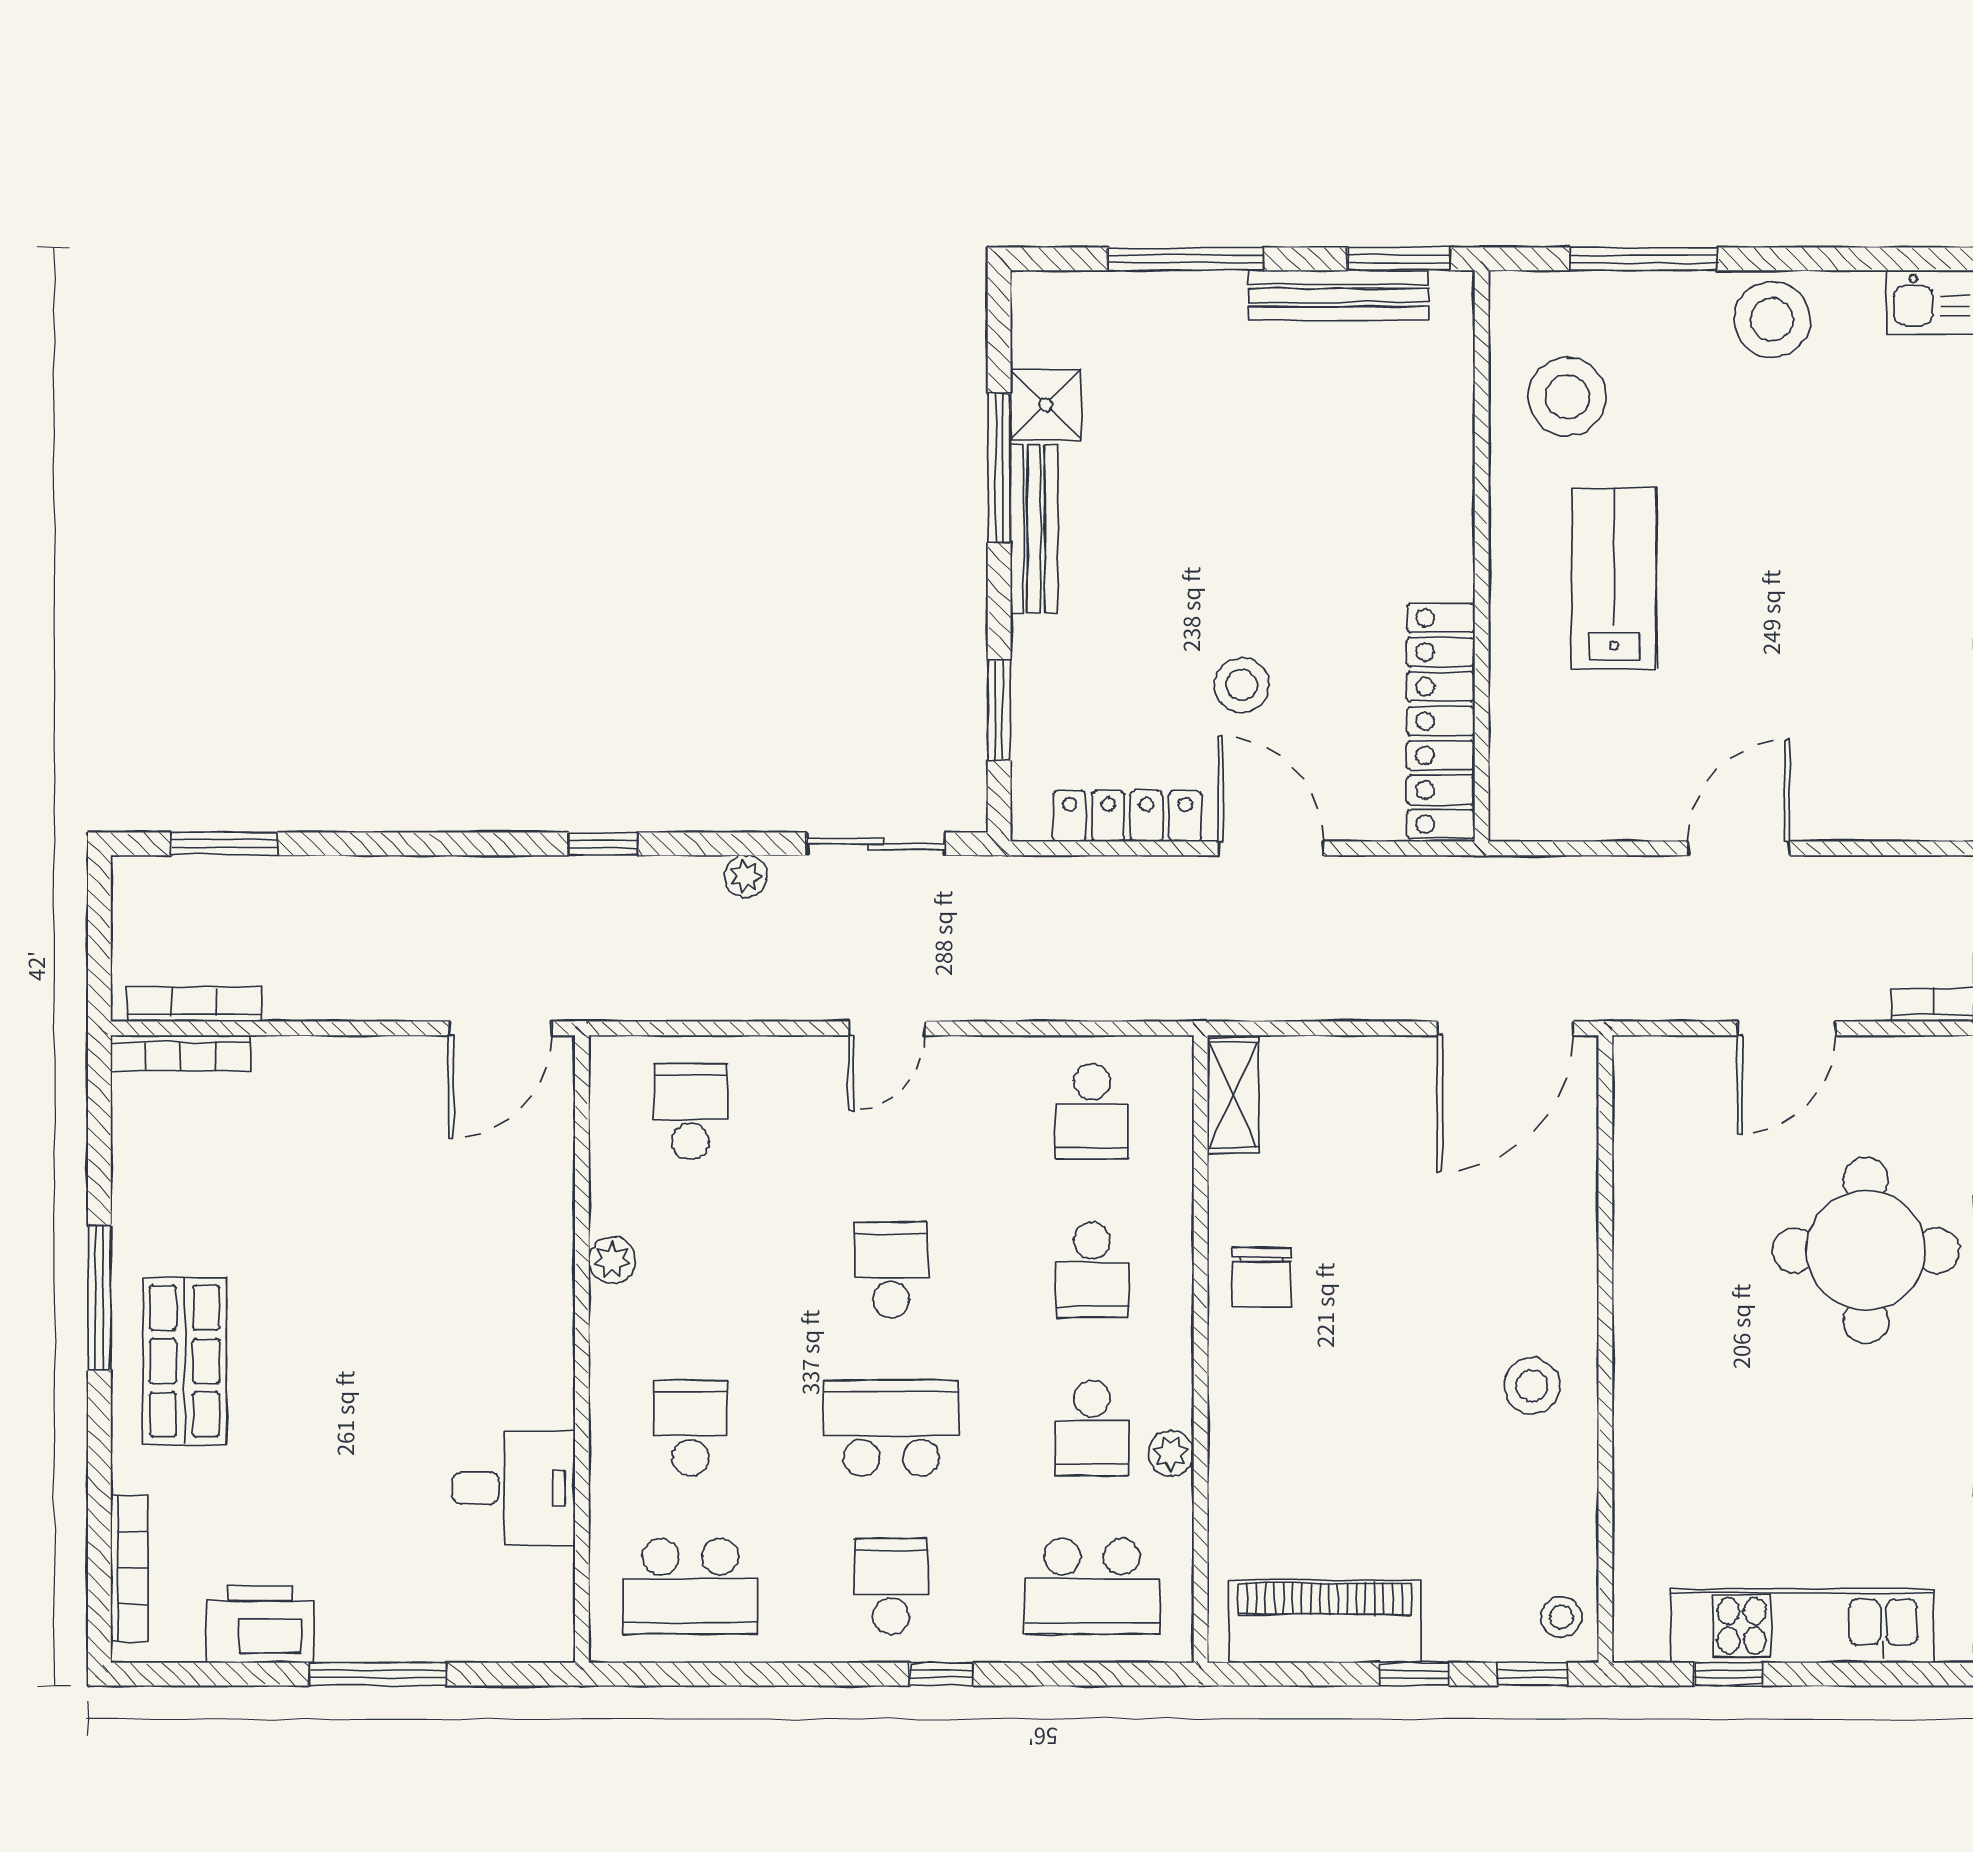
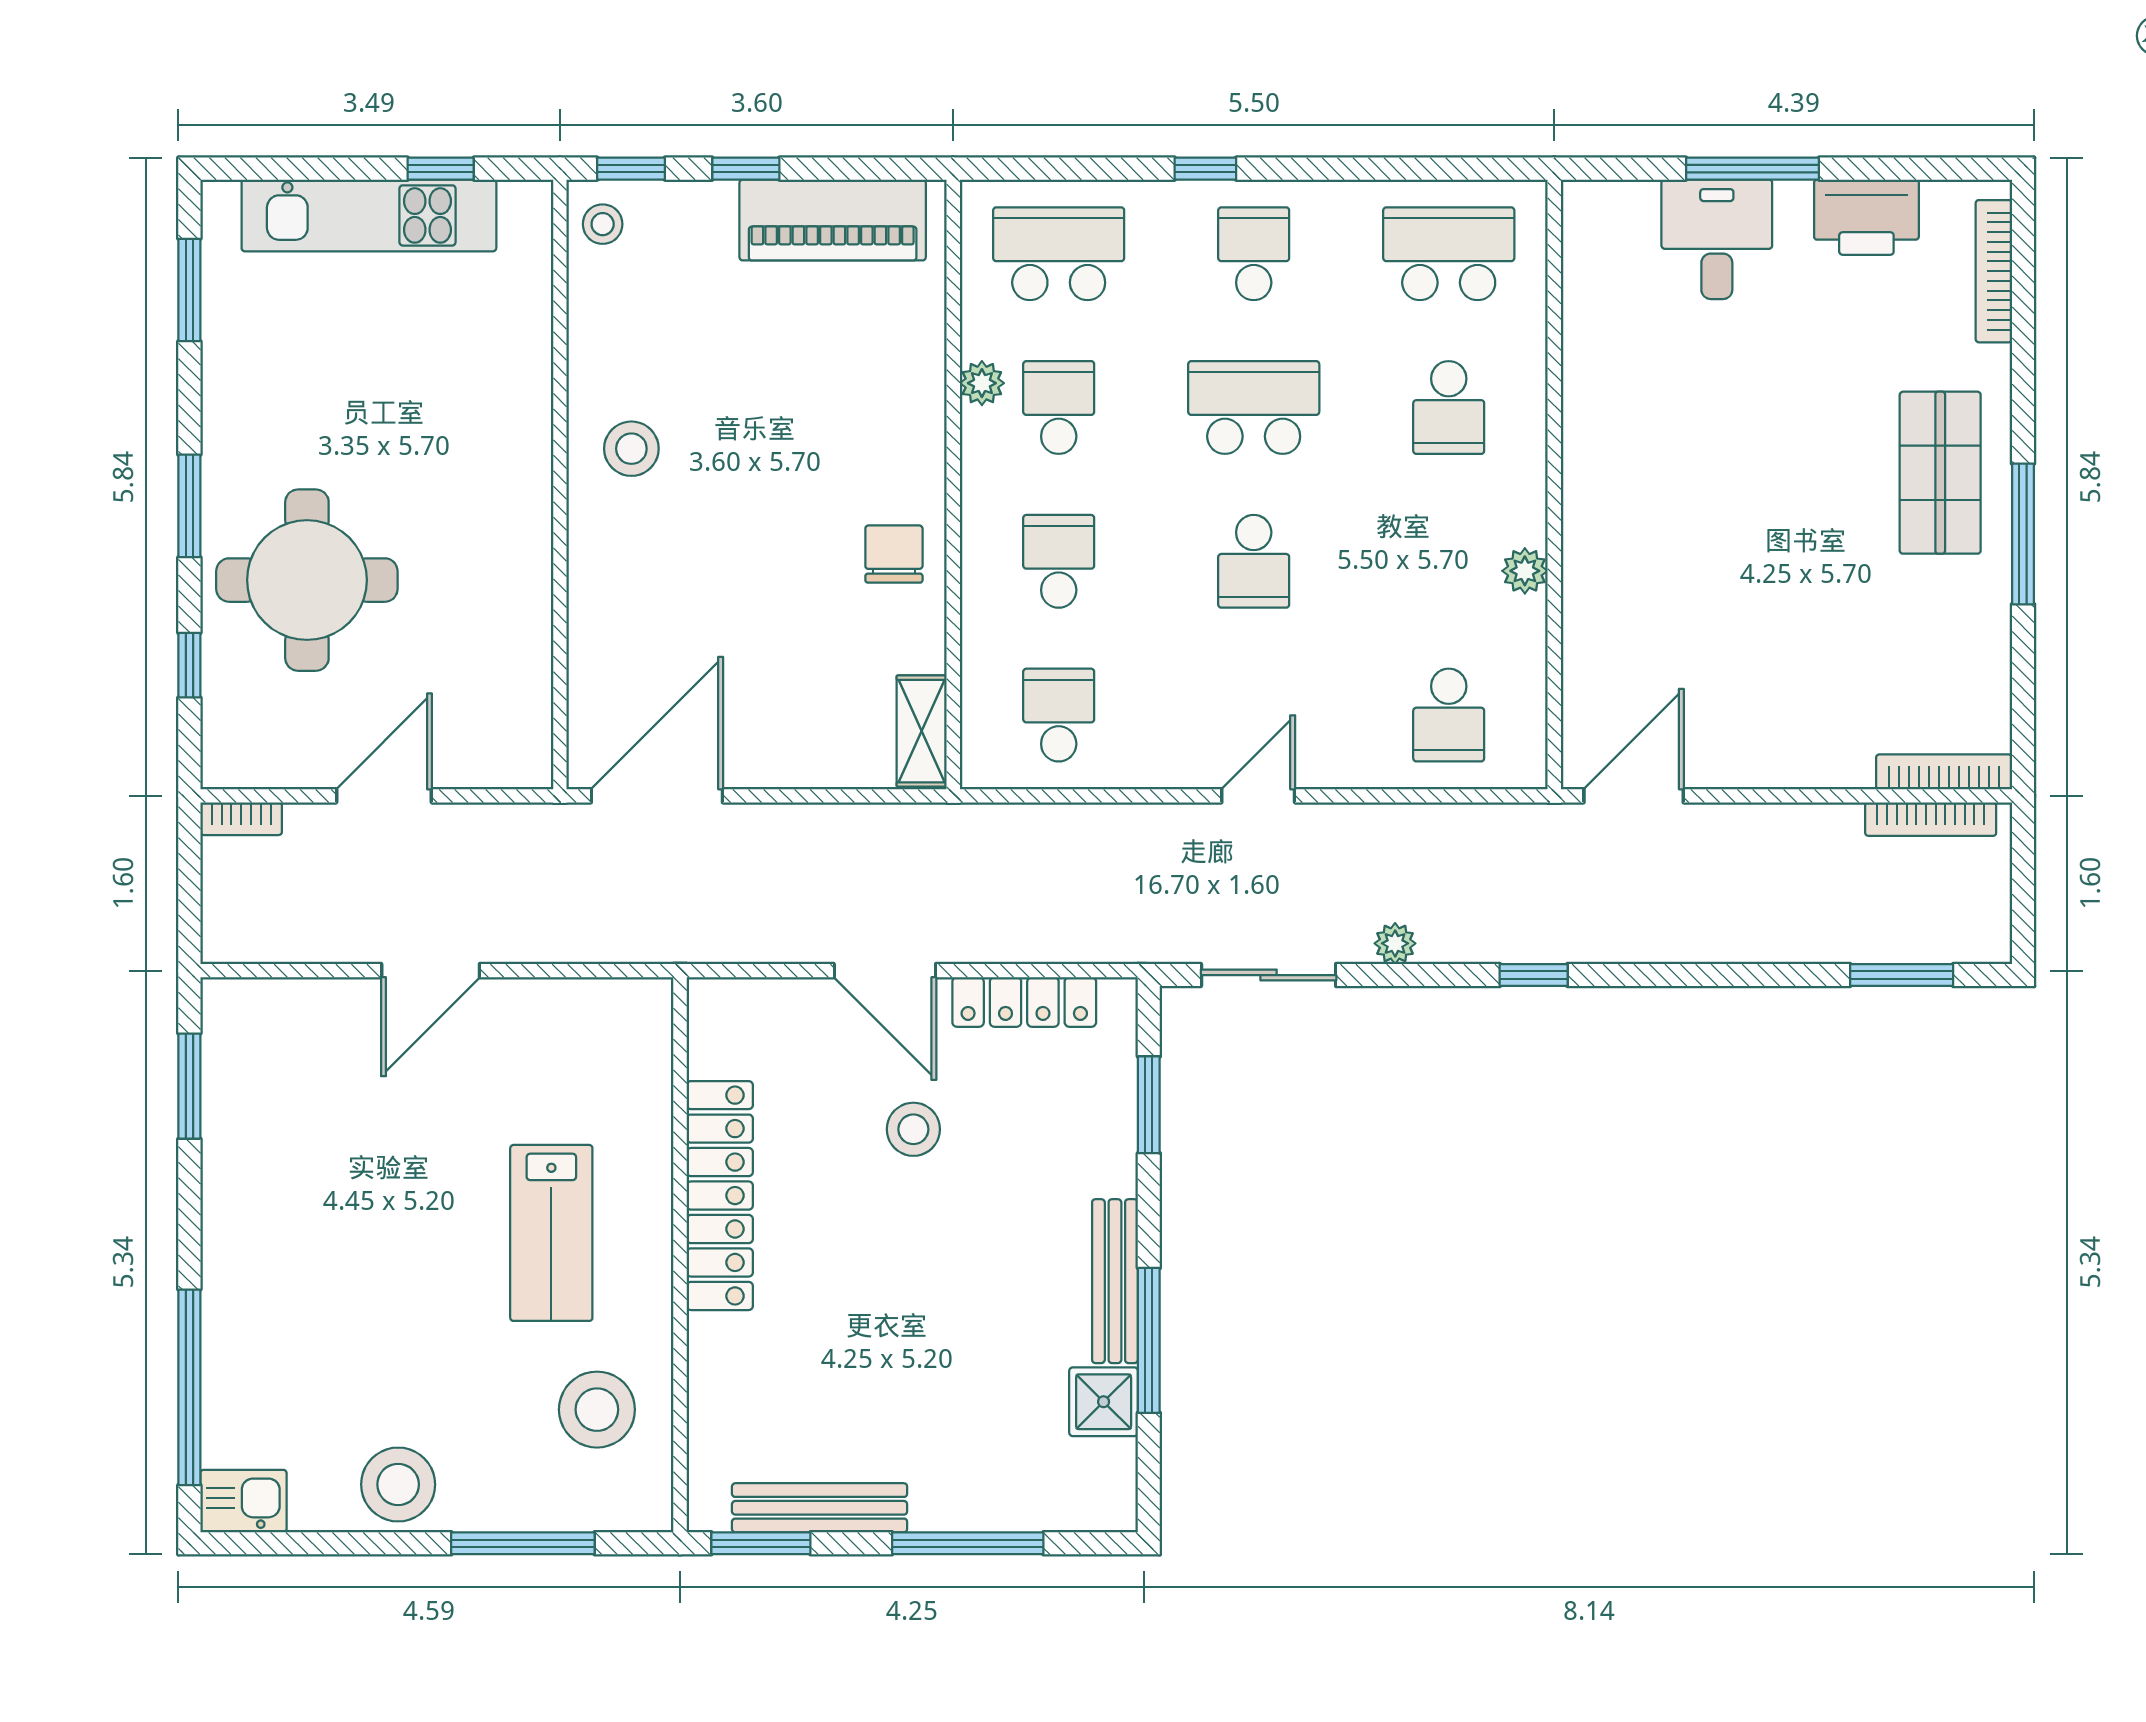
locker: (1441, 721) -> (720, 1196), moved
school desk: (891, 1428) -> (1254, 408), turned 180
desk: (514, 1488) -> (1717, 239), moved, turned 90
school desk: (891, 1586) -> (1254, 254), turned 180

